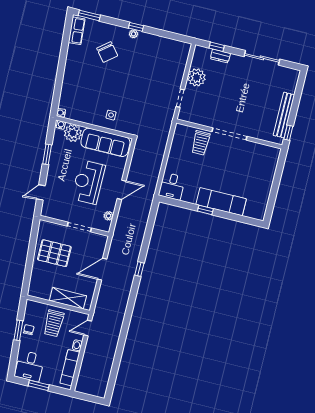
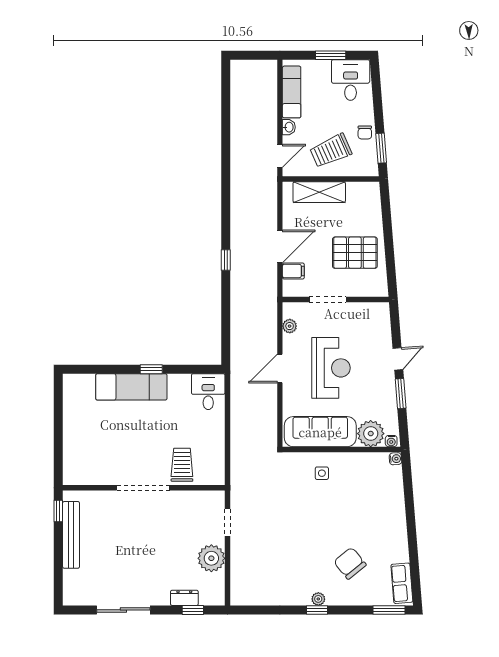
door: (41, 192) -> (398, 359), moved
filing cabinet: (97, 251) -> (293, 271), added
trolley: (54, 323) -> (331, 151), turned -114
window: (18, 330) -> (381, 148), moved

